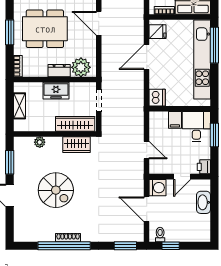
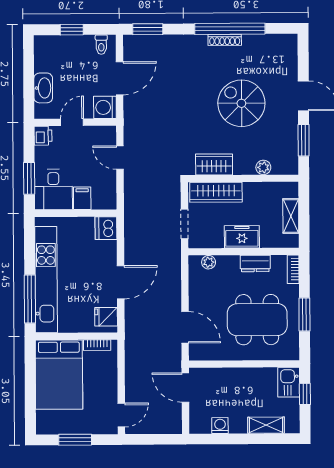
plant: (81, 67) -> (209, 262), width x0.53, depth x0.53
dresser: (59, 71) -> (255, 263), moved
door: (147, 209) -> (120, 78), hinge flipped
window: (171, 246) -> (72, 30), moved

